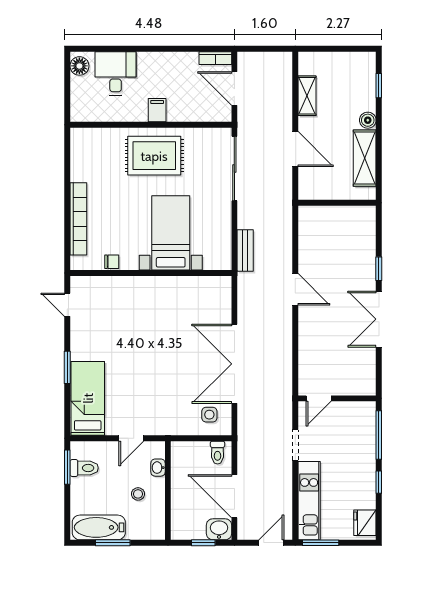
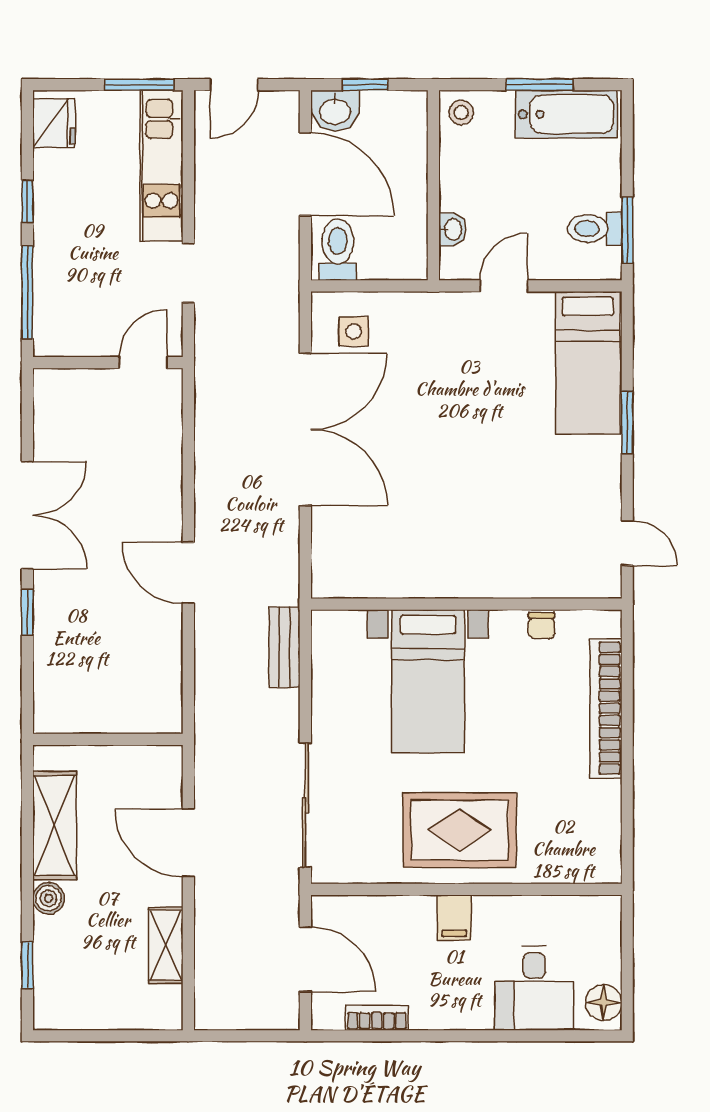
bookcase: (215, 58) -> (377, 1018), moved
chair: (112, 262) -> (541, 626), turned -90
toilet: (218, 453) -> (338, 250), width x1.37, depth x1.39
stool: (138, 494) -> (461, 113), moved

